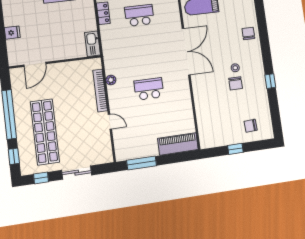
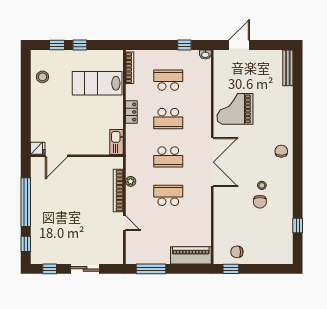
school desk: (139, 15) -> (168, 119), turned 180
fridge: (12, 33) -> (38, 148), moved
school desk: (144, 52) -> (168, 157), added
window: (270, 81) -> (298, 226), moved
chair: (251, 126) -> (237, 252), moved
shop shelf: (45, 132) -> (59, 224), removed
window: (235, 149) -> (231, 269), moved

